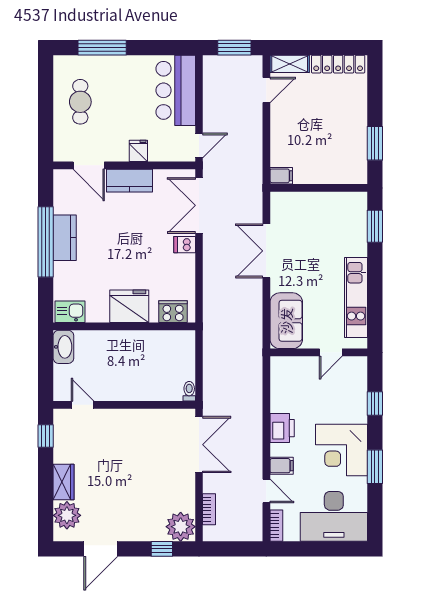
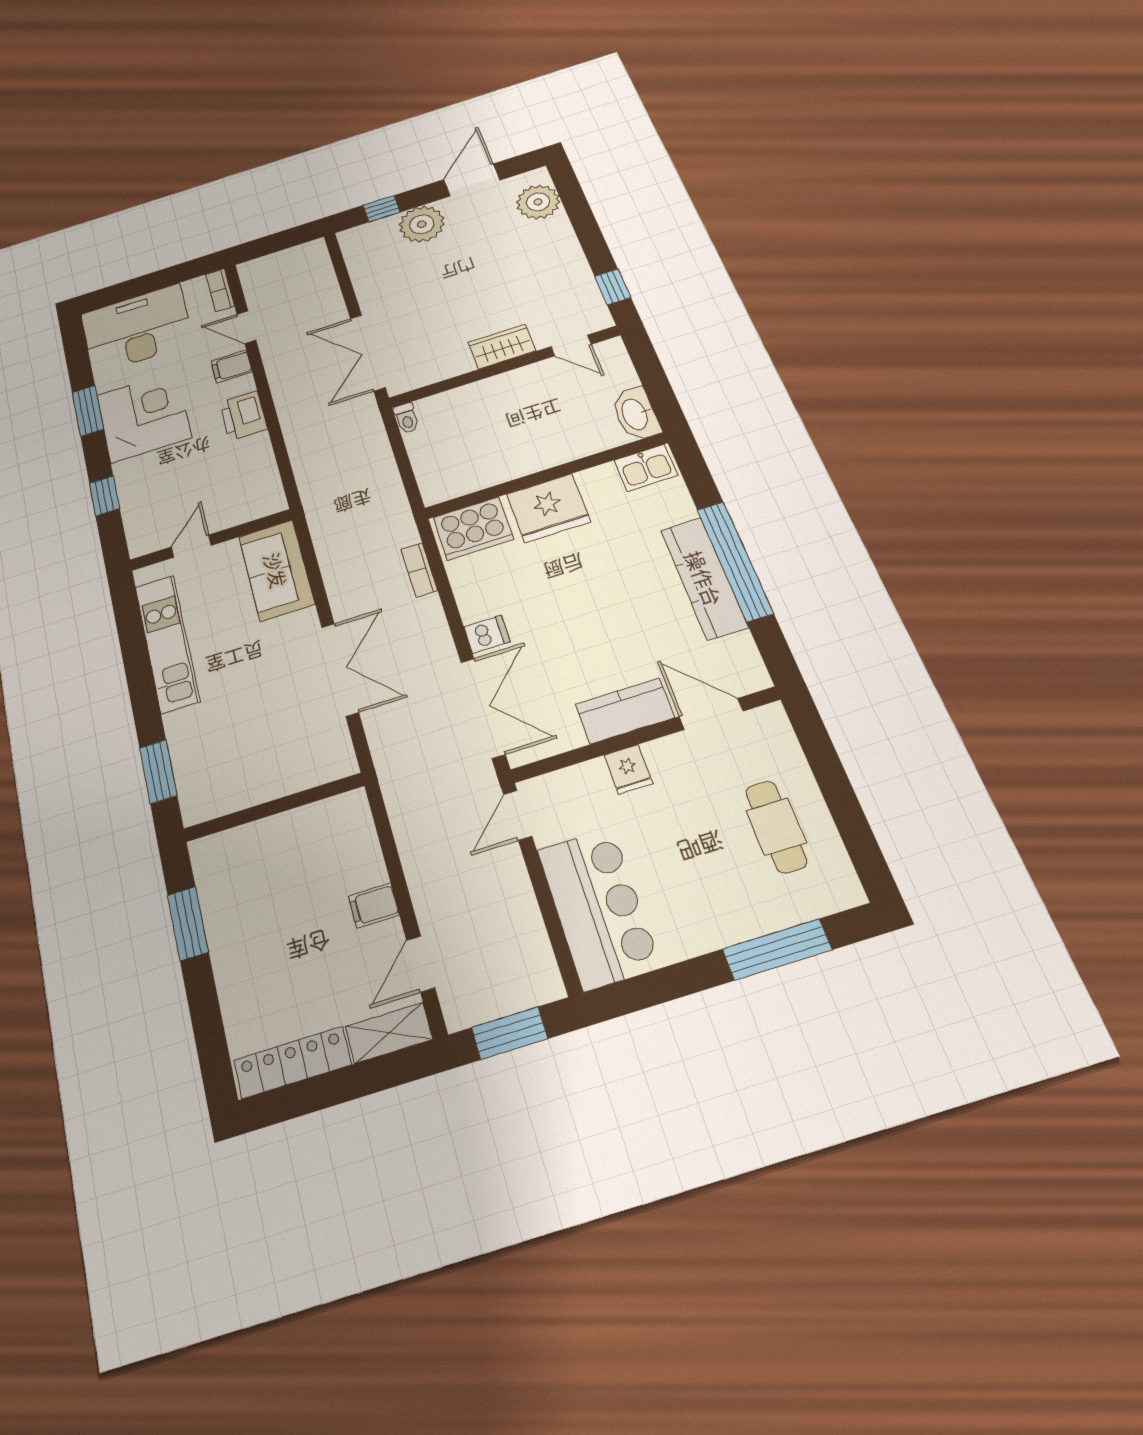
filing cabinet: (281, 176) -> (374, 906), moved
kitchen counter: (65, 238) -> (704, 578), width x1.50
cooker: (173, 312) -> (473, 528), width x1.37, depth x1.31
wardrobe: (64, 482) -> (502, 347), moved, turned 90
bookcase: (209, 509) -> (419, 570), moved
plant: (181, 527) -> (422, 224), moved

